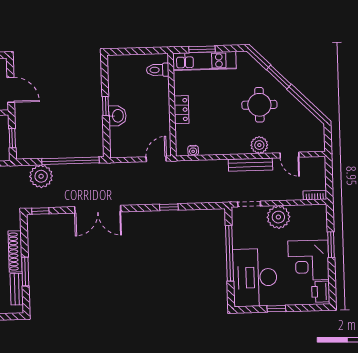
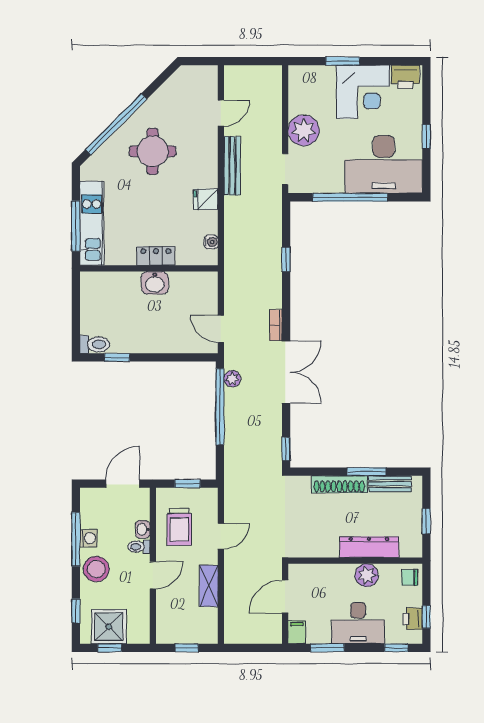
window: (202, 49) -> (76, 226), width x1.44
toilet: (158, 70) -> (95, 344), moved, turned -90
window: (279, 77) -> (116, 124), width x2.11
window: (106, 106) -> (117, 357), moved
washbasin: (117, 116) -> (155, 283), moved, turned 180
fridge: (225, 145) -> (206, 199), added
plant: (259, 145) -> (206, 153), removed
door: (156, 159) -> (221, 329), moved
plant: (41, 176) -> (232, 379), moved, width x0.53, depth x0.53
bookcase: (315, 195) -> (276, 325), moved
window: (169, 207) -> (286, 259), moved

